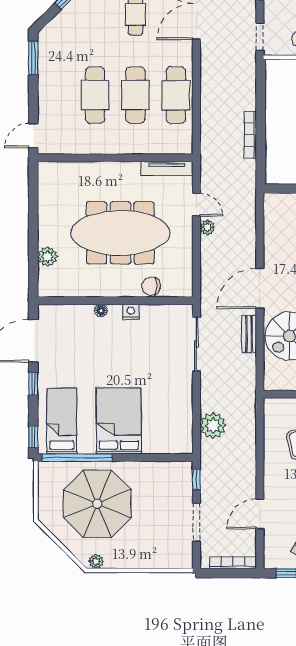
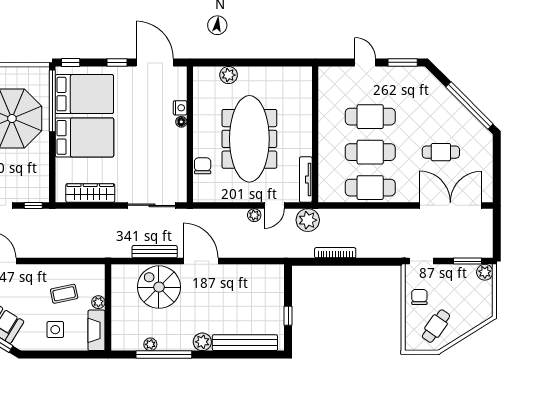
door: (33, 136) -> (365, 62), moved
nightstand: (131, 312) -> (180, 108), moved
bench: (249, 334) -> (155, 252), width x1.36
wardrobe: (182, 414) -> (90, 193), added
bed: (62, 421) -> (84, 94), width x1.50
plant: (213, 425) -> (308, 220), moved

